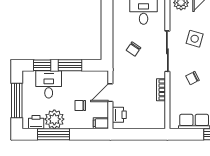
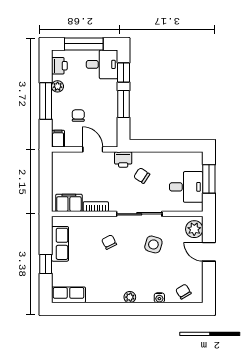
desk: (49, 84) -> (102, 64), moved
filing cabinet: (158, 114) -> (69, 203), added
printer: (119, 115) -> (123, 160), moved
plant: (54, 119) -> (58, 86), width x0.53, depth x0.53
window: (53, 134) -> (46, 101), moved

